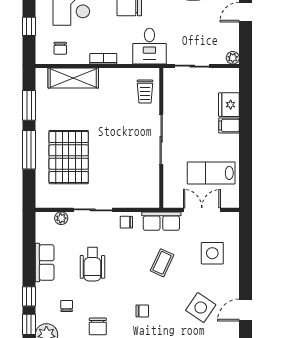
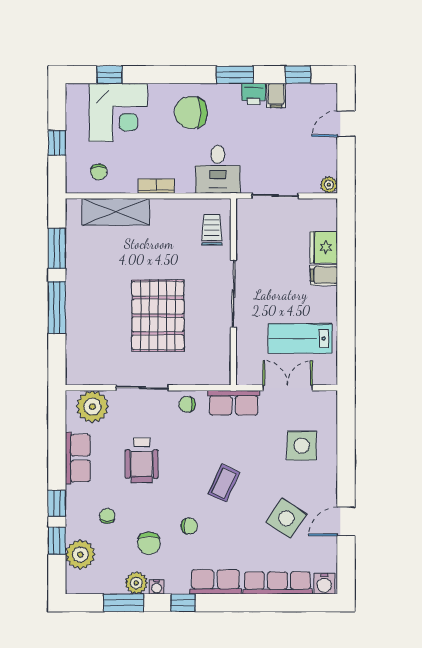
trolley: (145, 91) -> (212, 230), turned 180
pallet: (69, 157) -> (158, 316), moved
plant: (61, 218) -> (92, 407), width x1.88, depth x1.88
coffee table: (162, 263) -> (224, 483), moved
chair: (142, 311) -> (189, 526), moved

